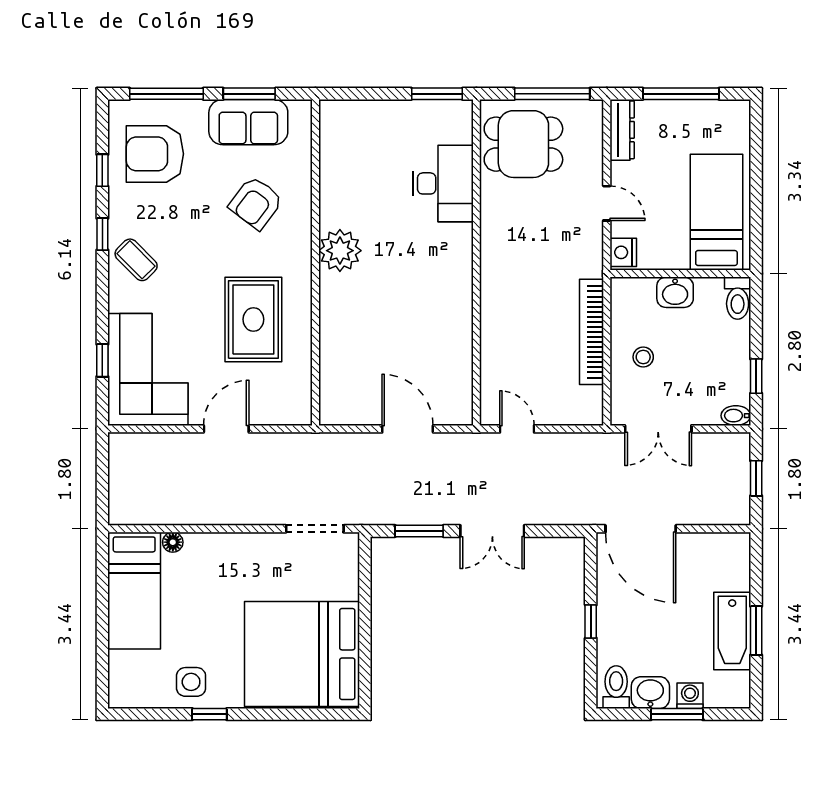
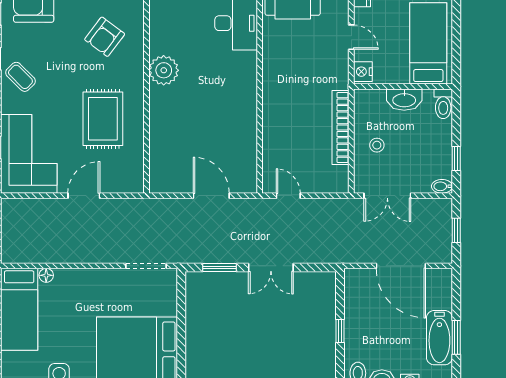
washbasin: (675, 292) -> (404, 100), width x1.38
door: (641, 529) -> (401, 266), moved

